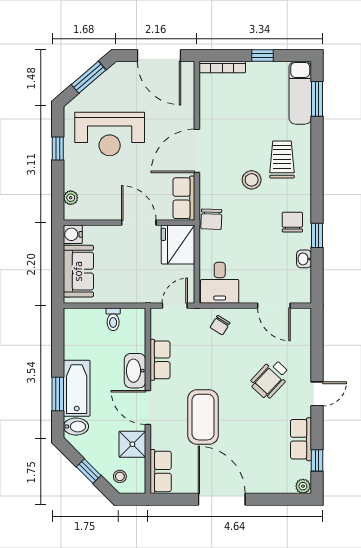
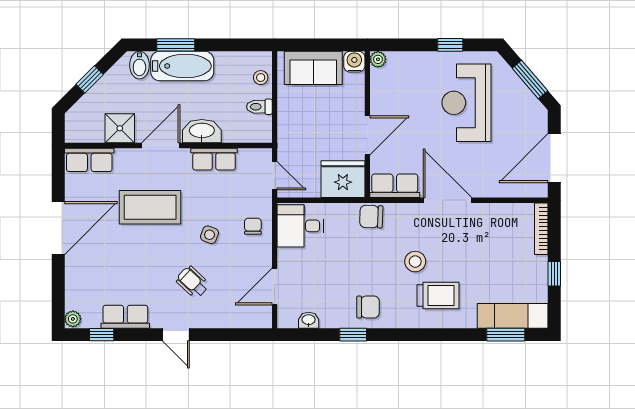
plant: (71, 198) -> (378, 59), moved
washbasin: (304, 259) -> (309, 320), moved
chair: (220, 325) -> (253, 226), turned 58
side table: (228, 364) -> (210, 235), added
wheelchair: (270, 379) -> (193, 282), width x0.73, depth x0.73
stool: (120, 476) -> (261, 78), moved

